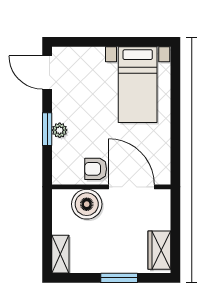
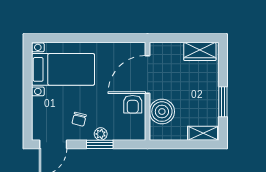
chair: (77, 104) -> (79, 119), added
window: (119, 278) -> (223, 102), moved

